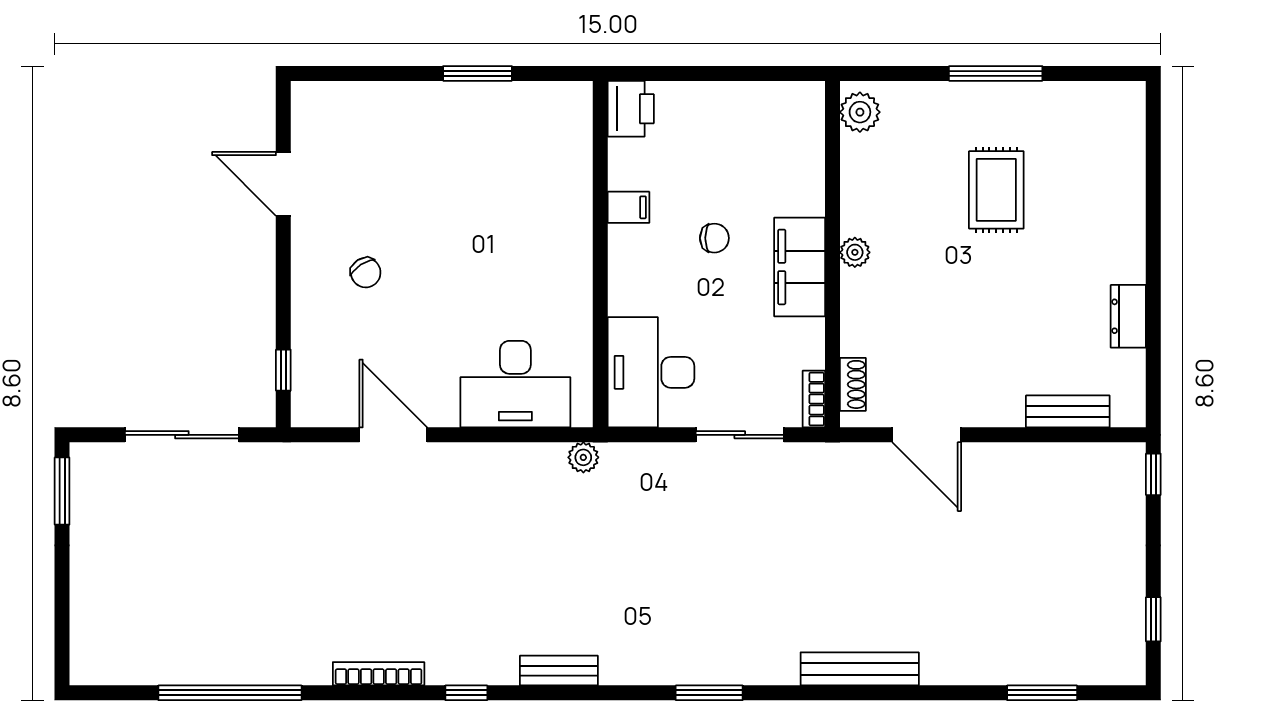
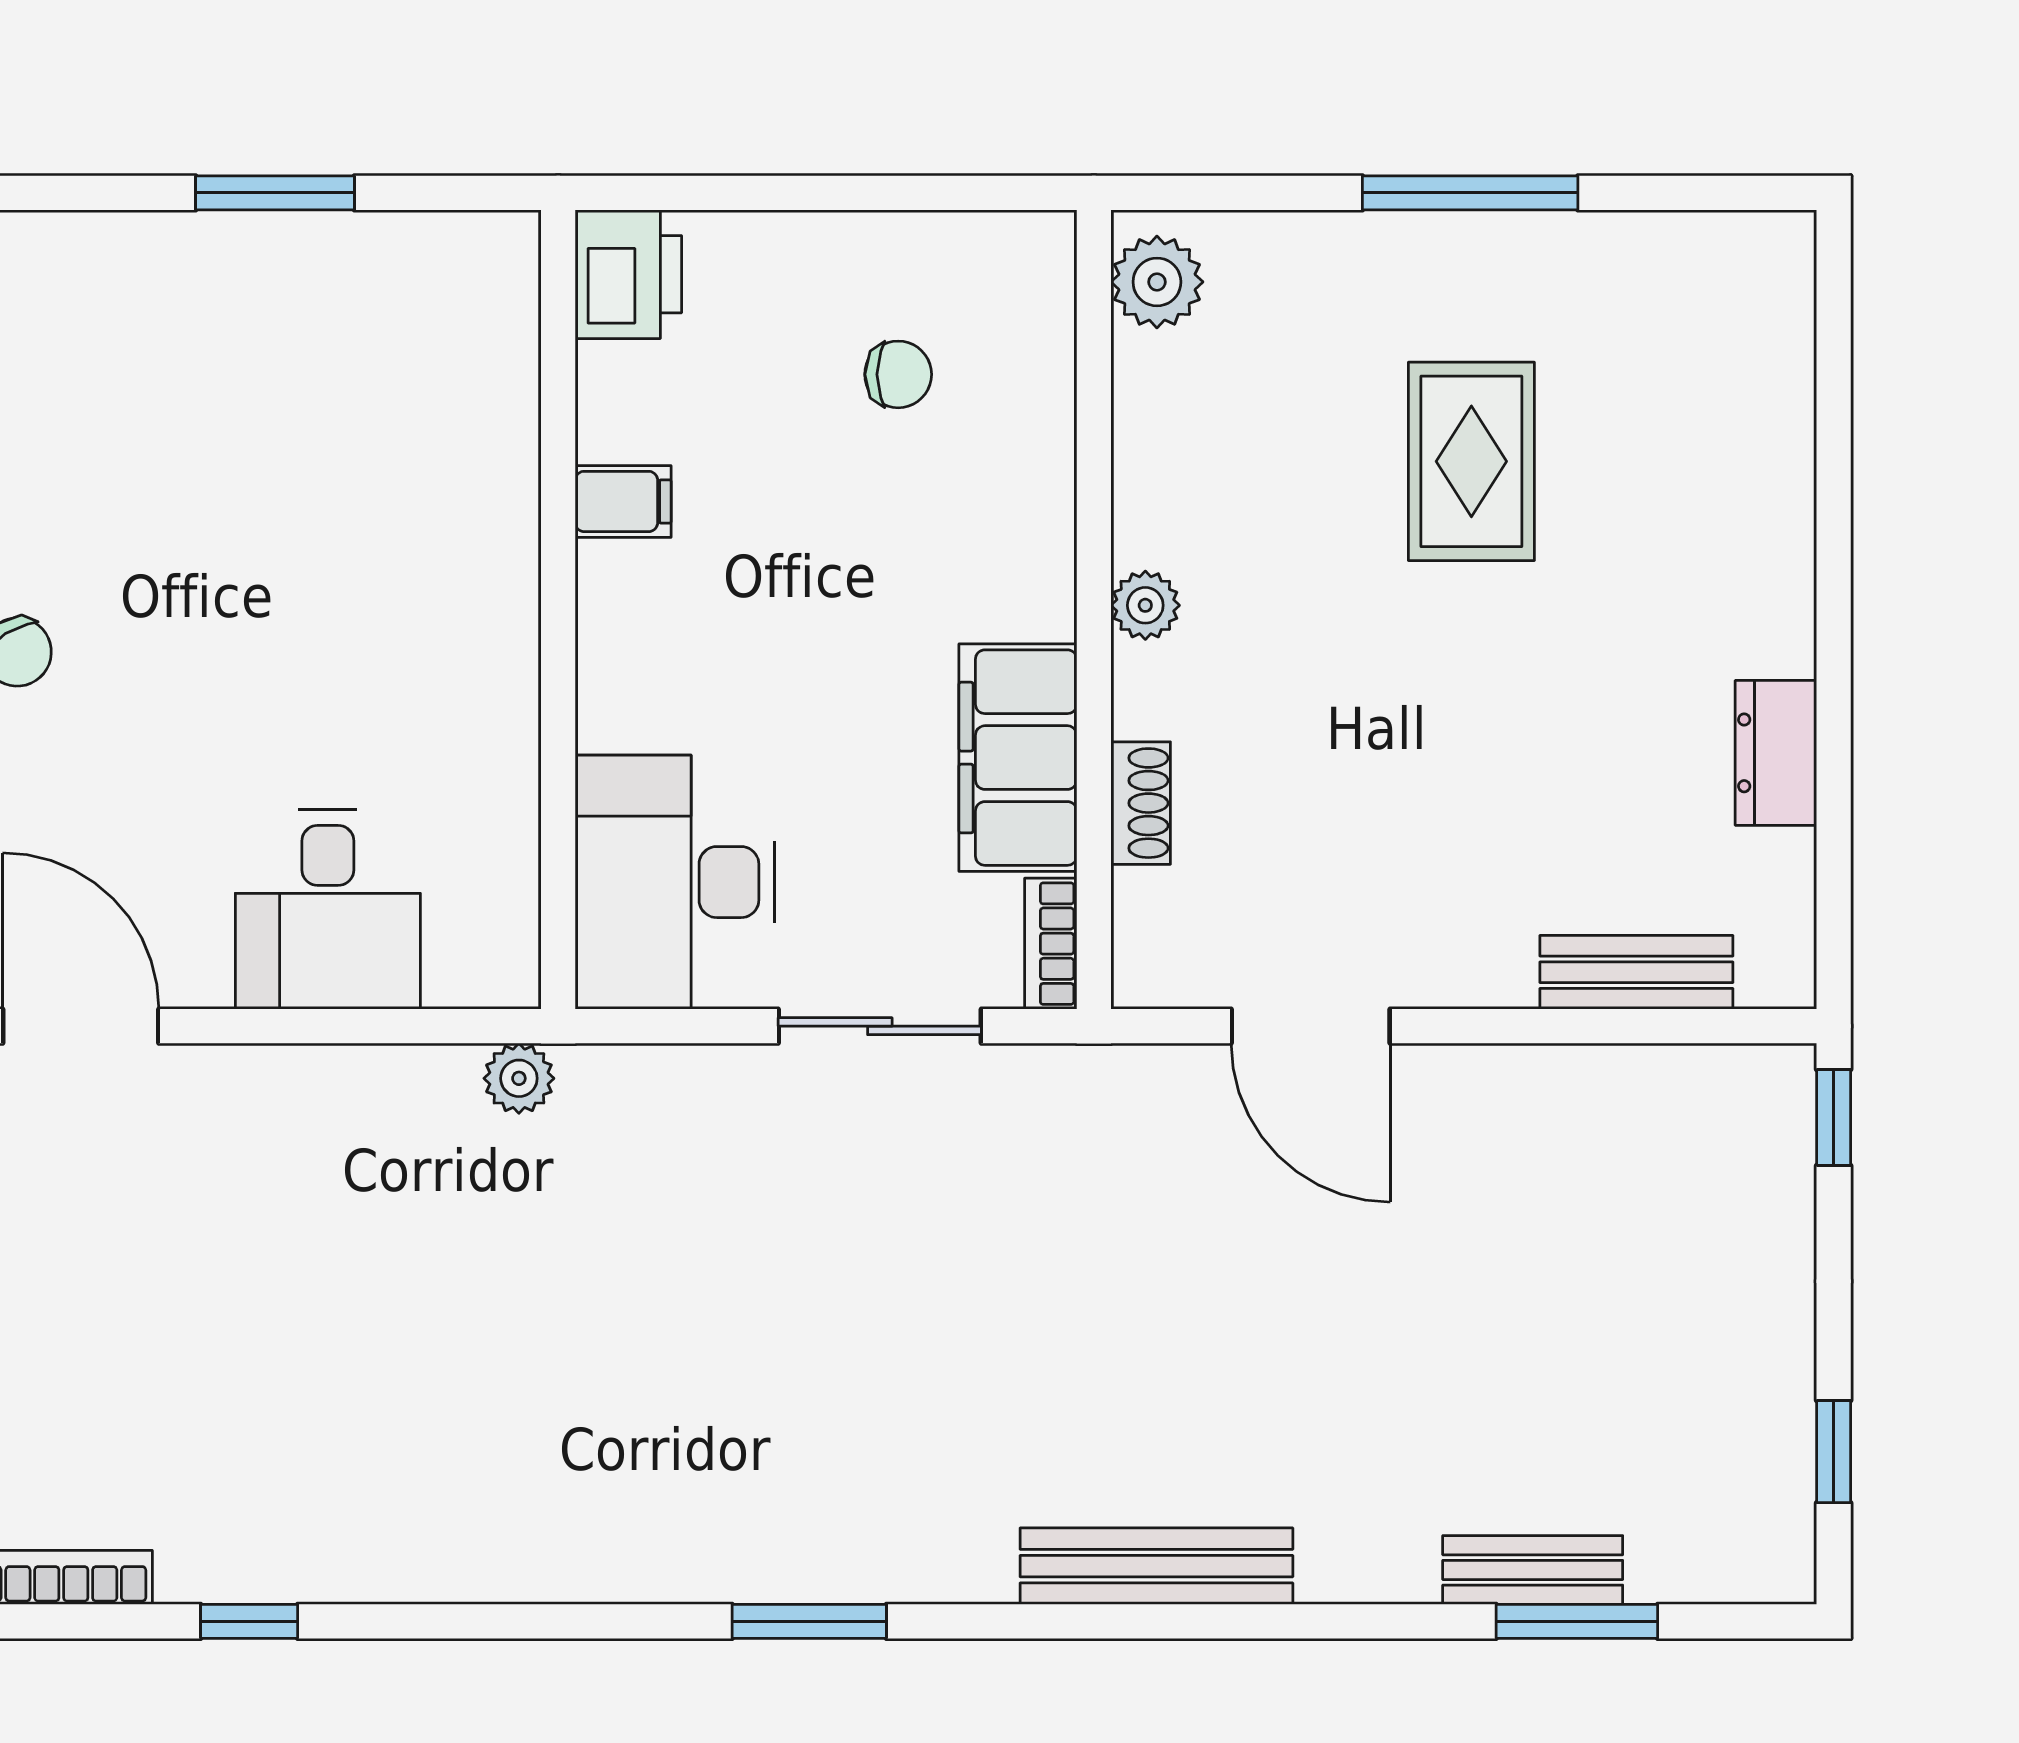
chair: (714, 238) -> (898, 374), moved
filing cabinet: (800, 267) -> (1018, 758), moved
desk: (515, 384) -> (328, 909), width x0.73
shoe rack: (853, 384) -> (1141, 803), moved
bench: (559, 671) -> (1533, 1570), moved

